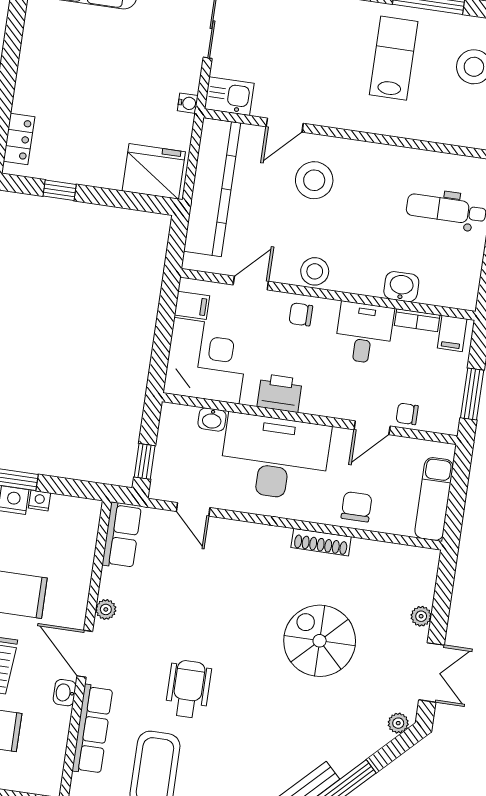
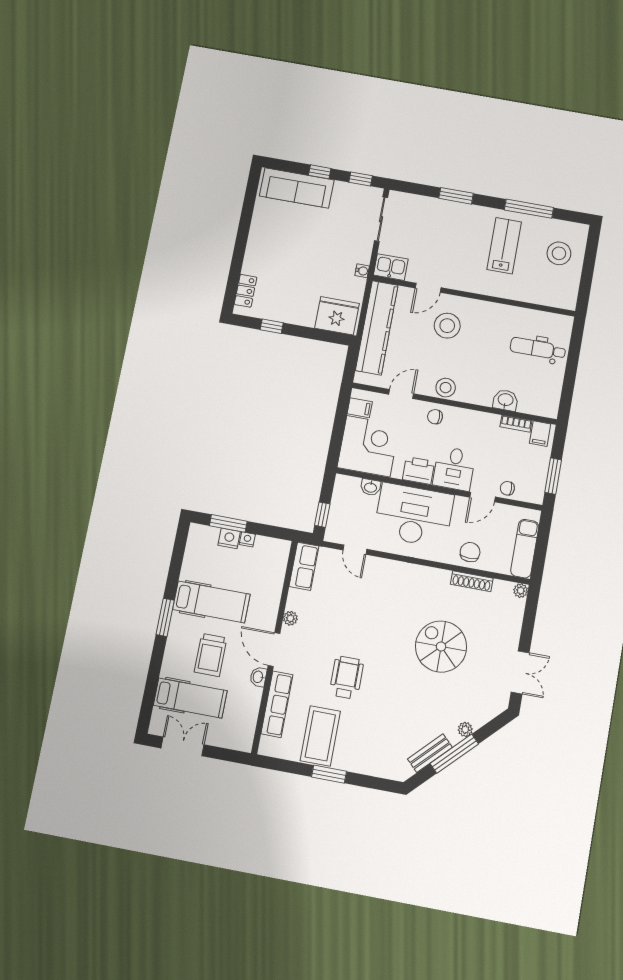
desk: (364, 333) -> (454, 469), moved, turned 180
shoe rack: (321, 542) -> (472, 581), moved
plant: (421, 616) -> (521, 591), moved
plant: (398, 723) -> (465, 729), moved

